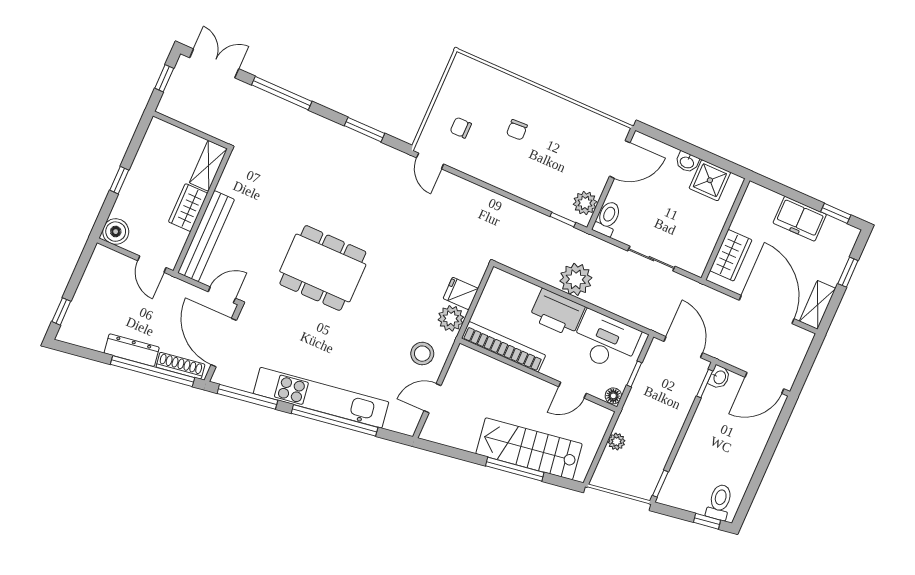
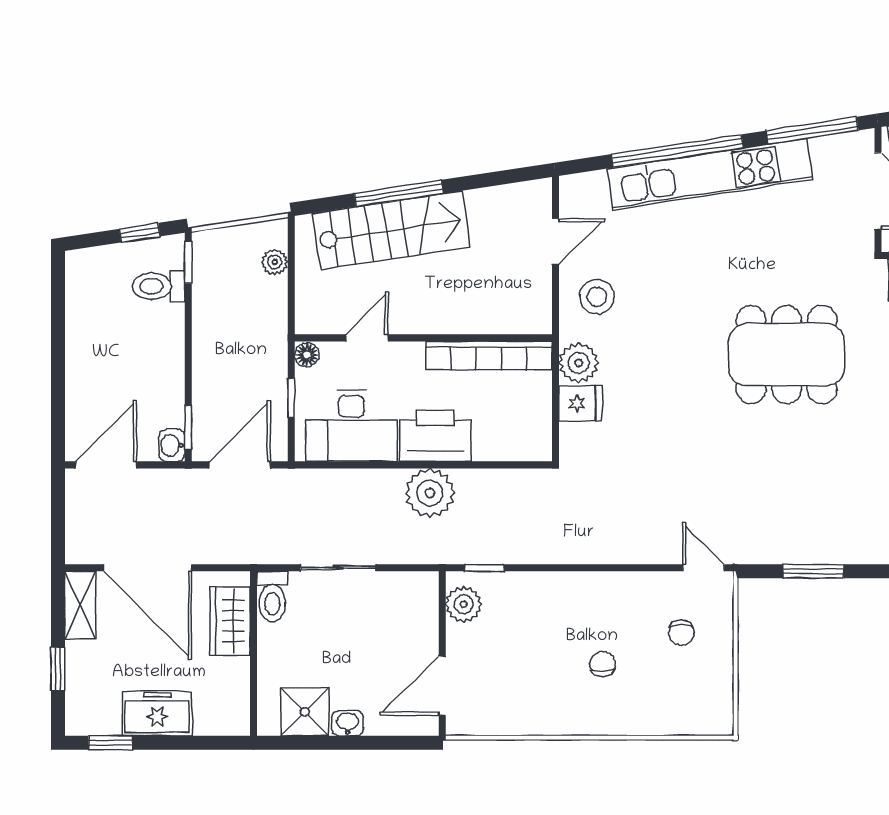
chair: (461, 128) -> (681, 633), turned 90
toilet: (607, 218) -> (272, 597), moved
door: (683, 347) -> (240, 465), swing flipped
plant: (616, 442) -> (275, 262), moved
toilet: (719, 502) -> (159, 286), moved, turned 99
window: (707, 521) -> (140, 233), moved

